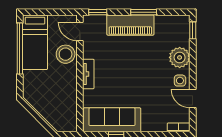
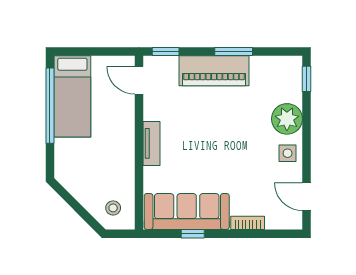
stool: (66, 54) -> (113, 208), moved, width x0.53, depth x0.53
door: (193, 99) -> (307, 197), moved
bookcase: (179, 127) -> (248, 223), moved

